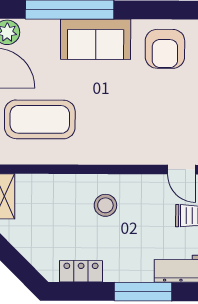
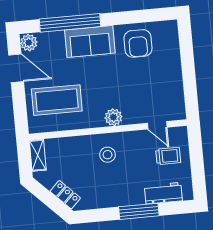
plant: (119, 152) -> (113, 117), added
locker: (81, 271) -> (65, 195), moved, turned 45

